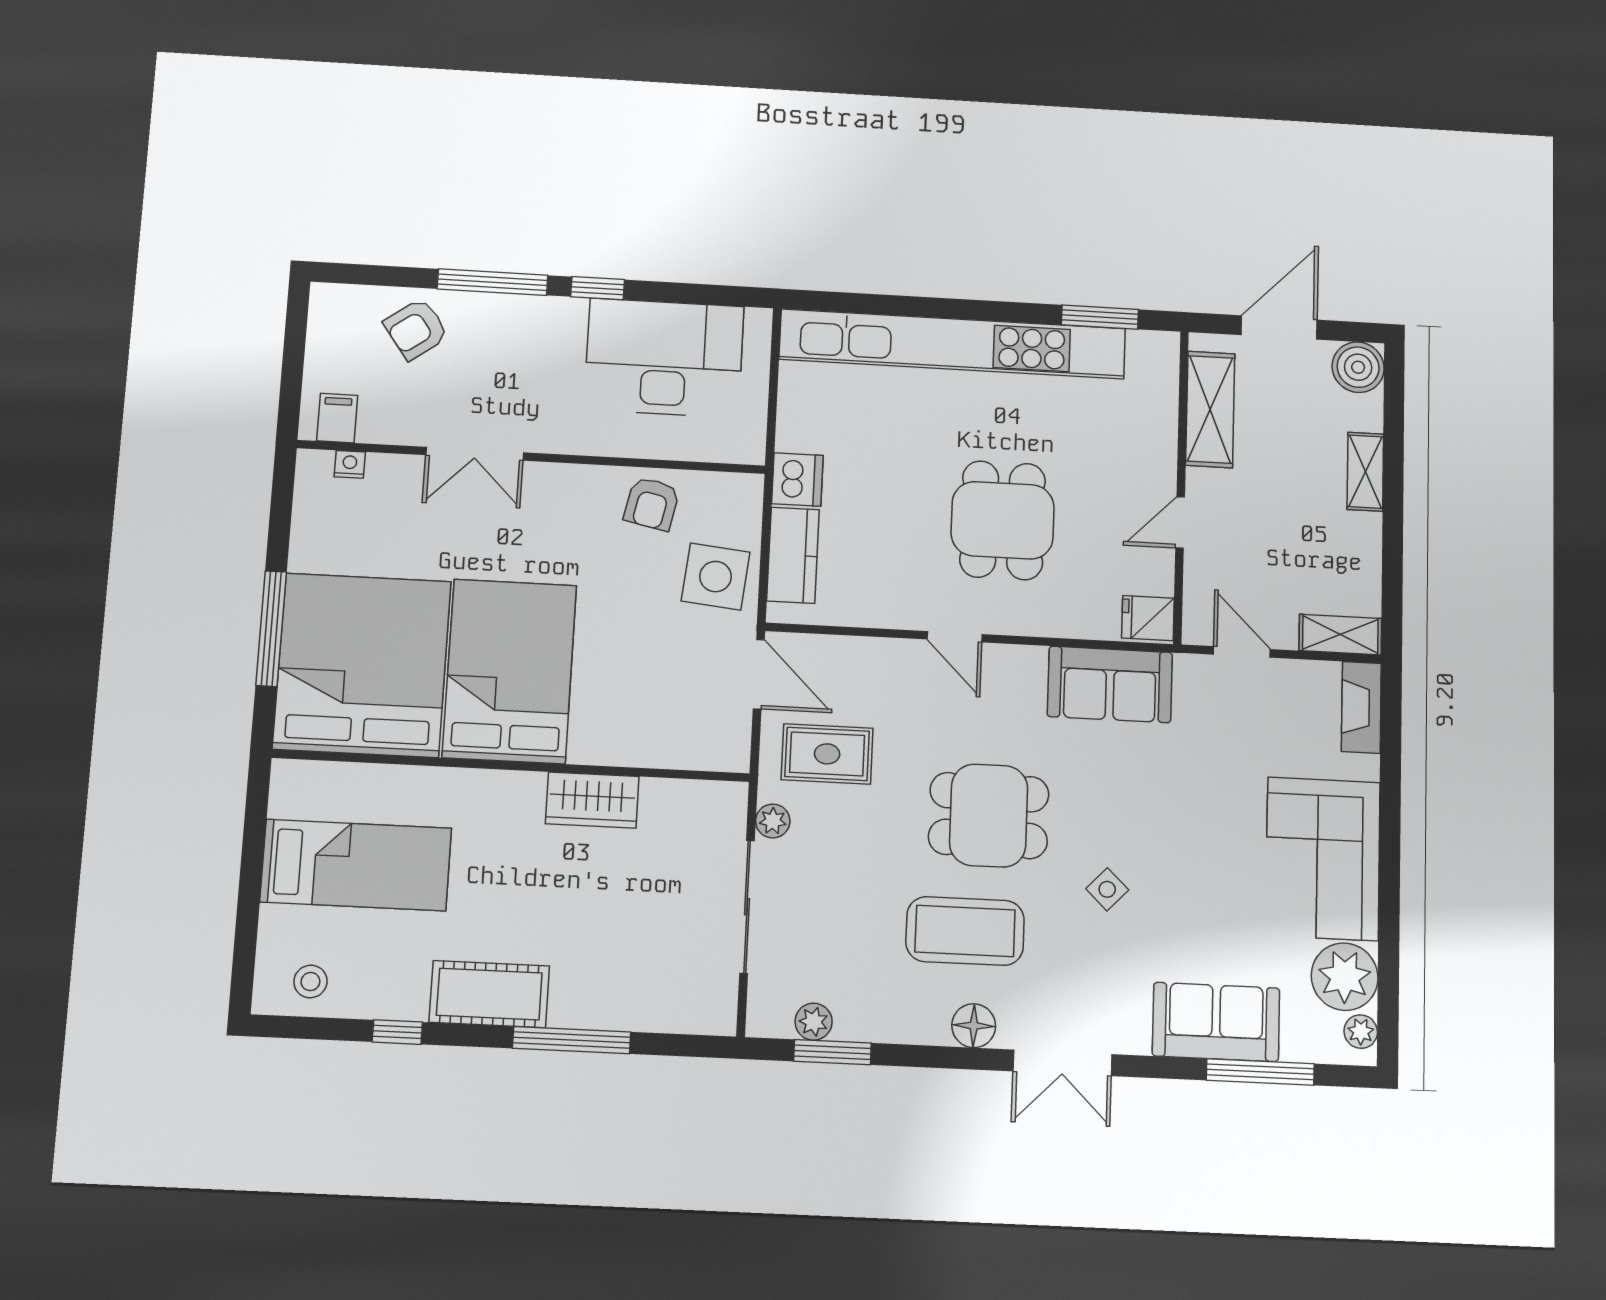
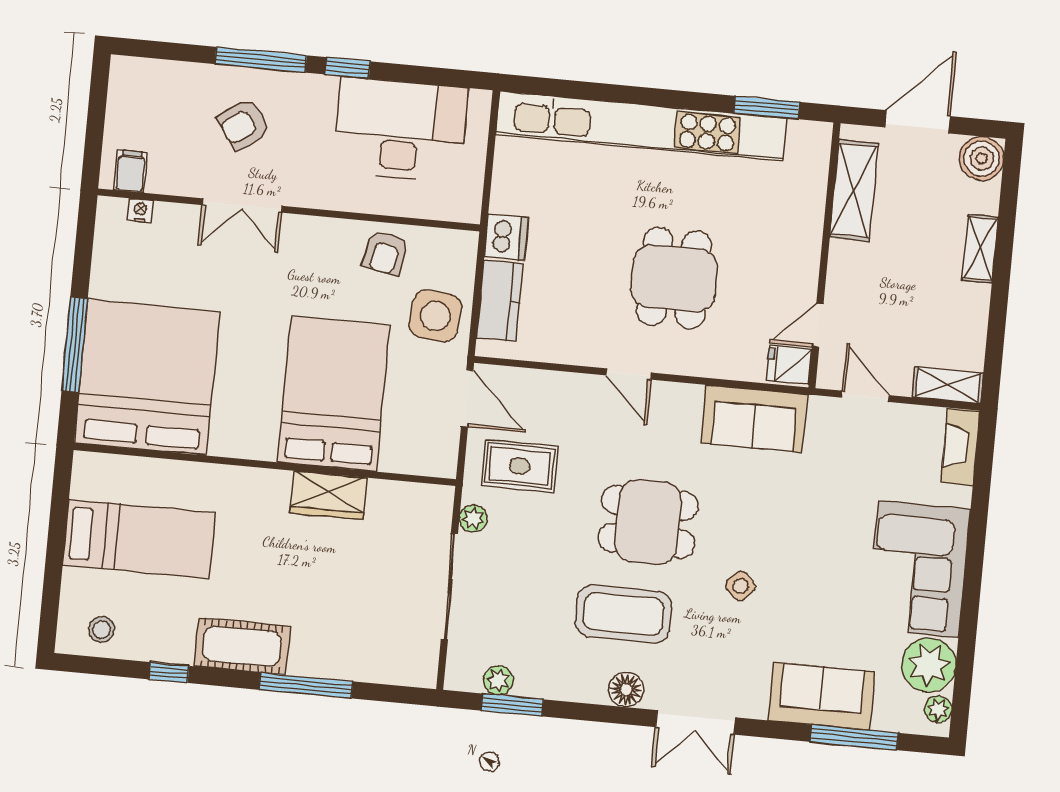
armchair: (416, 329) -> (243, 124), moved
door: (1180, 523) -> (818, 325), moved
bed: (509, 671) -> (334, 394), moved

